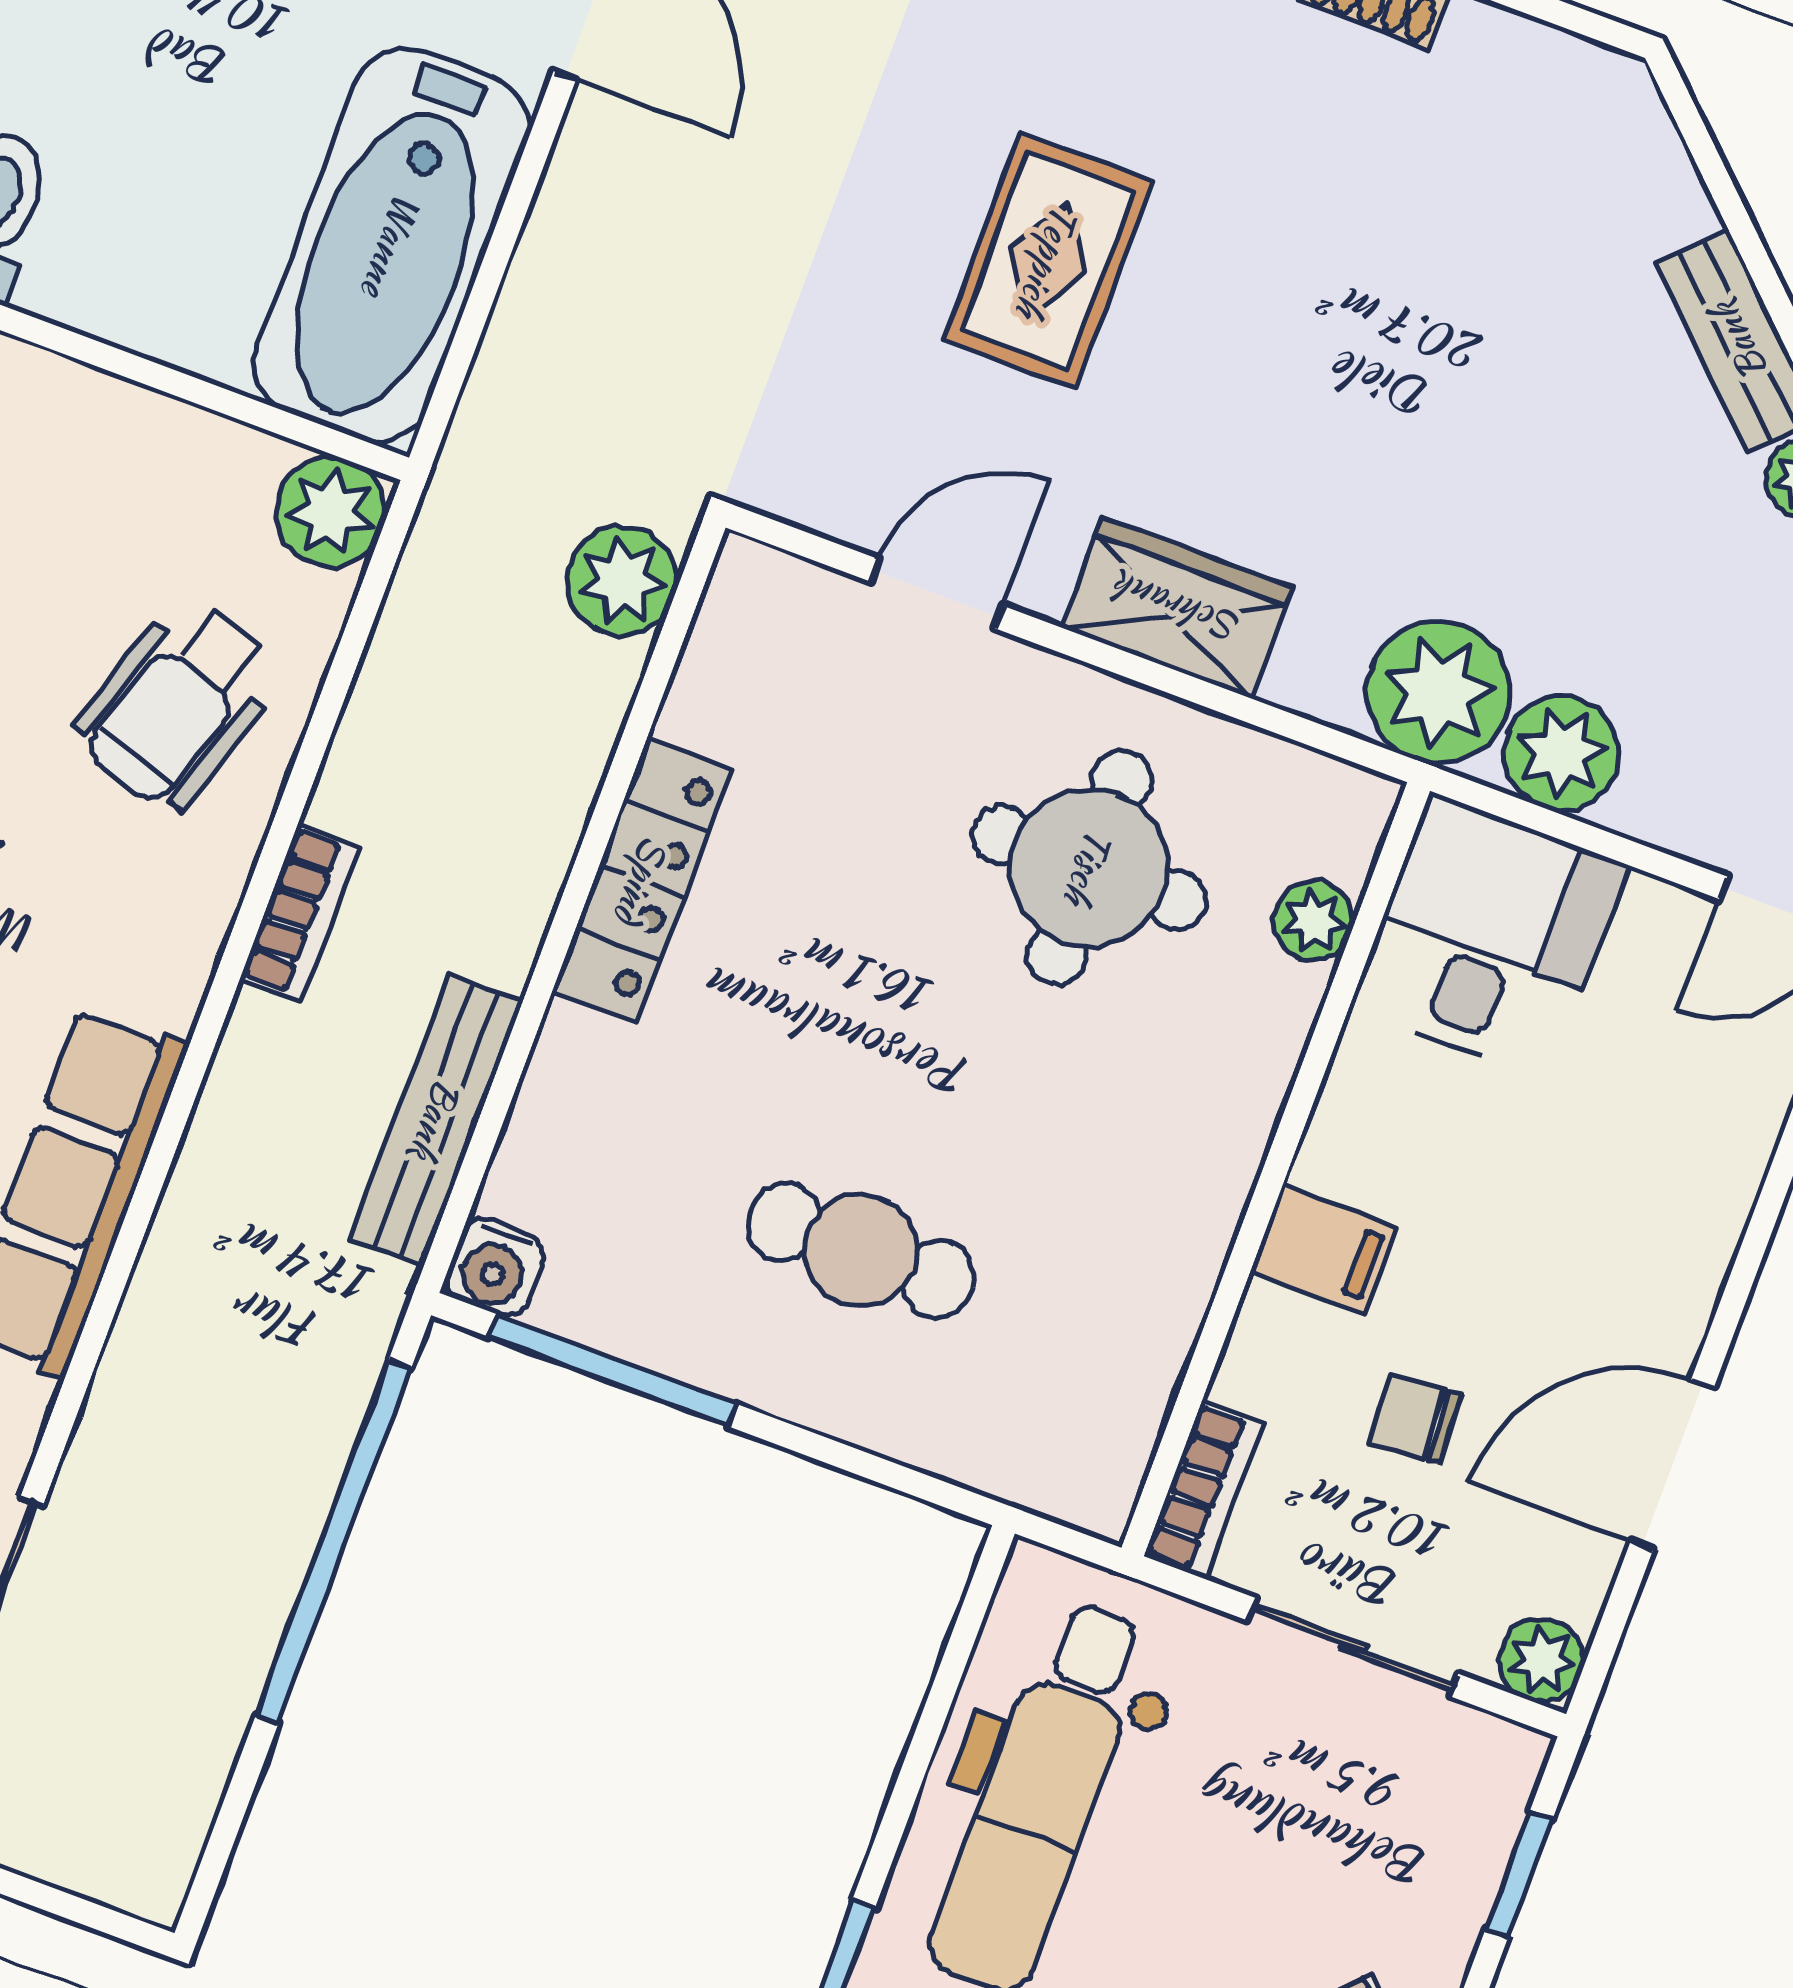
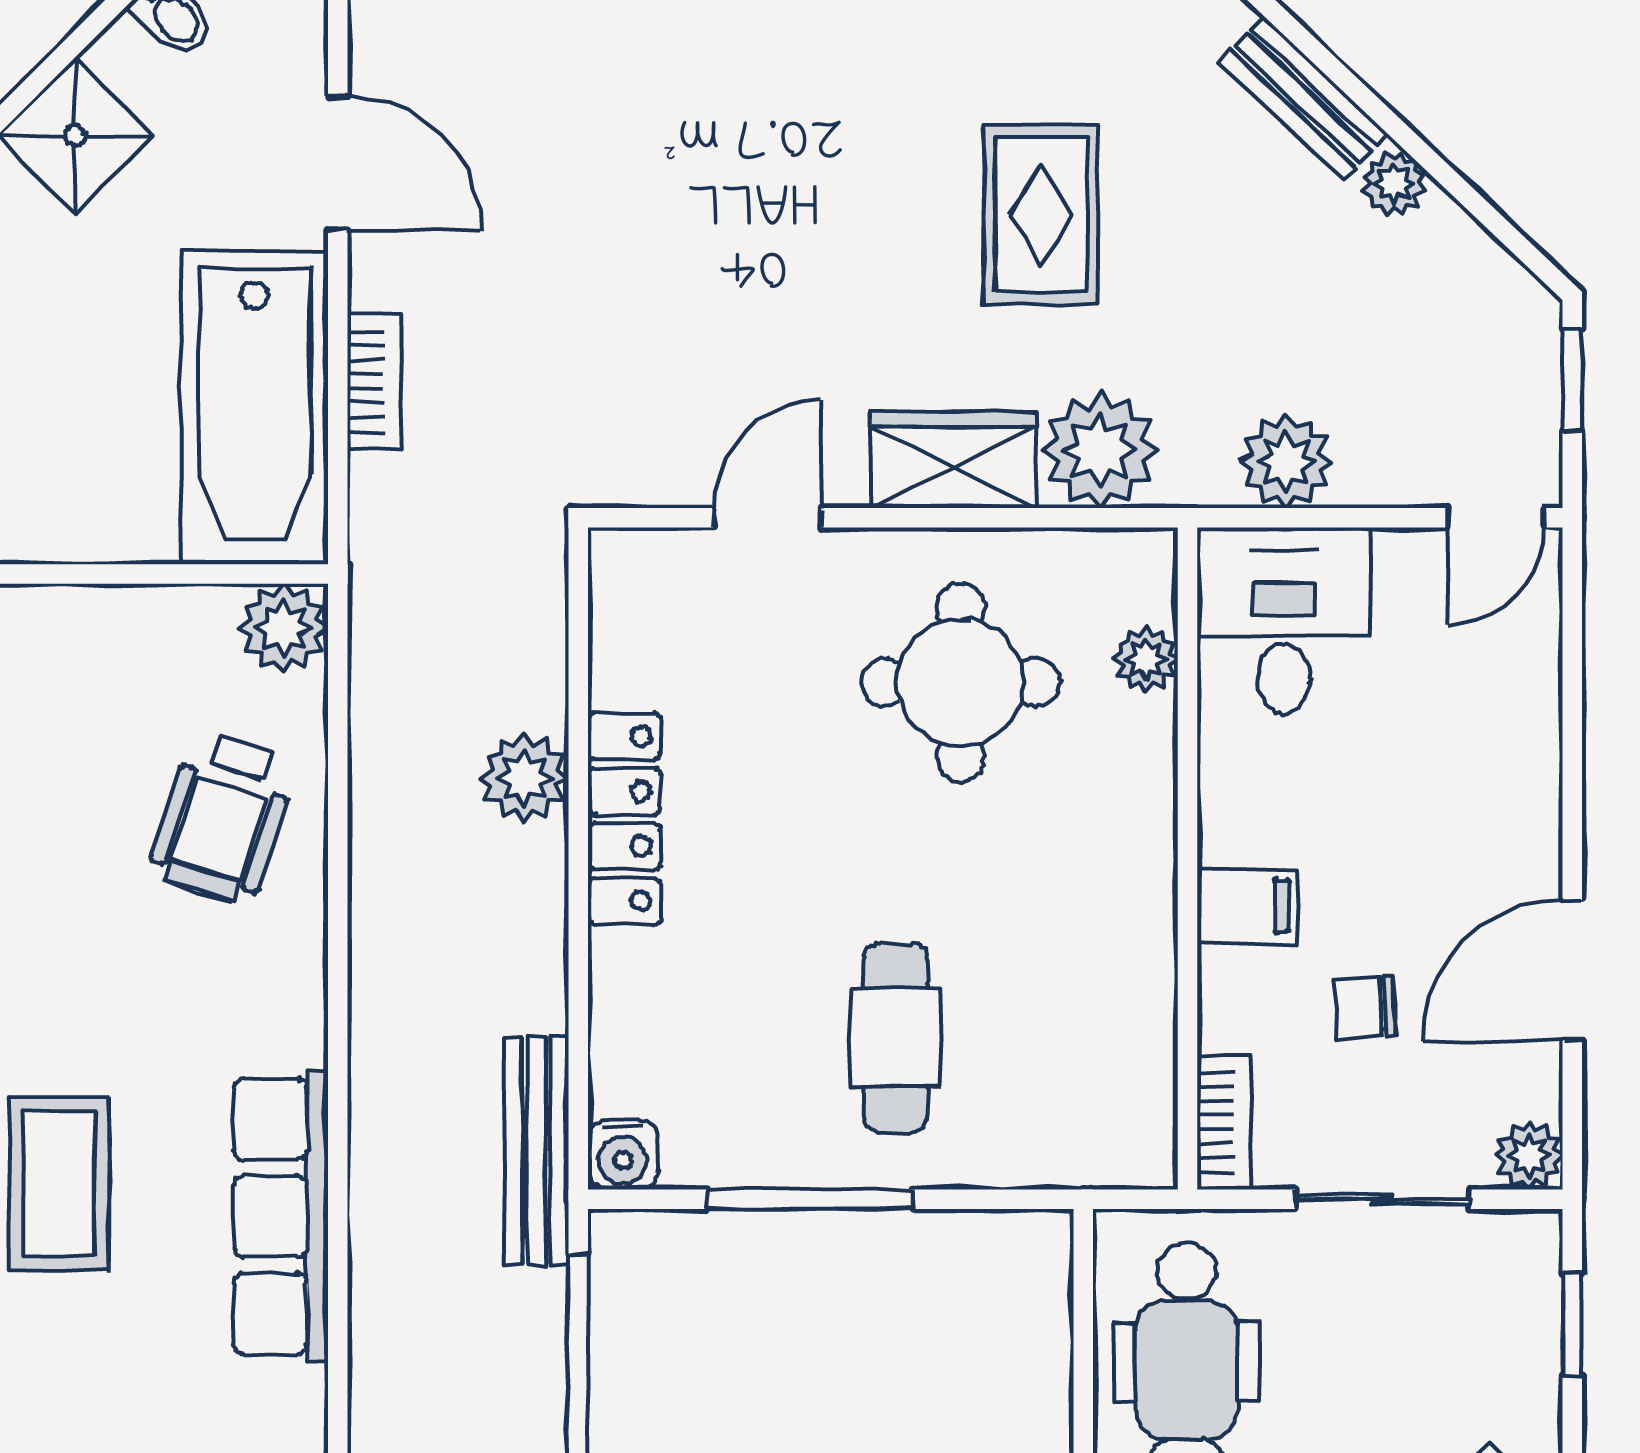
rug: (1048, 261) -> (1041, 215), moved
plant: (622, 581) -> (524, 778), moved
plant: (1438, 692) -> (1100, 450), moved
bookcase: (300, 913) -> (374, 382), moved
bench: (436, 1120) -> (537, 1151), moved
cafe table: (861, 1250) -> (896, 1038), turned 90
window: (612, 1370) -> (810, 1199), moved

